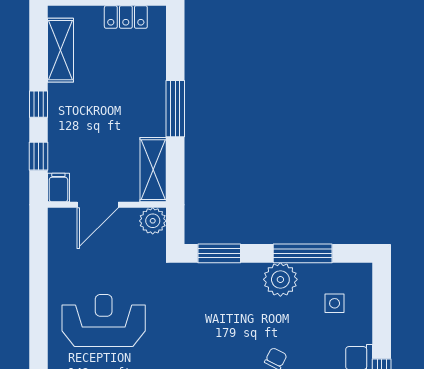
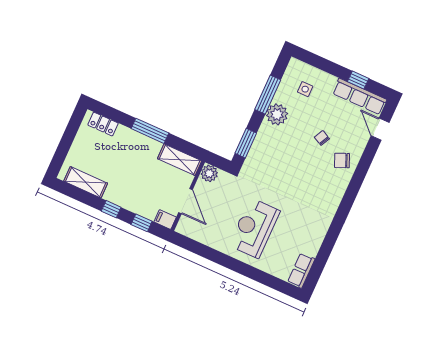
locker: (126, 17) -> (103, 124), moved, turned 90

